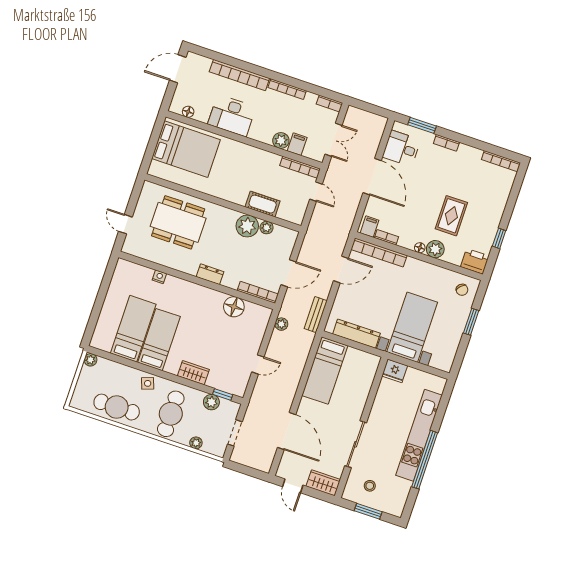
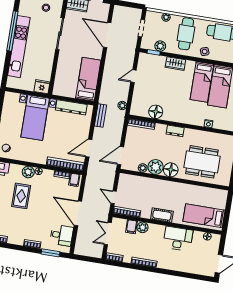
bookcase: (239, 75) -> (177, 266), removed
bed: (186, 149) -> (204, 216), width x0.67
cot: (263, 204) -> (162, 215), moved
floor lamp: (226, 218) -> (171, 170), added
door: (289, 273) -> (120, 156), moved

